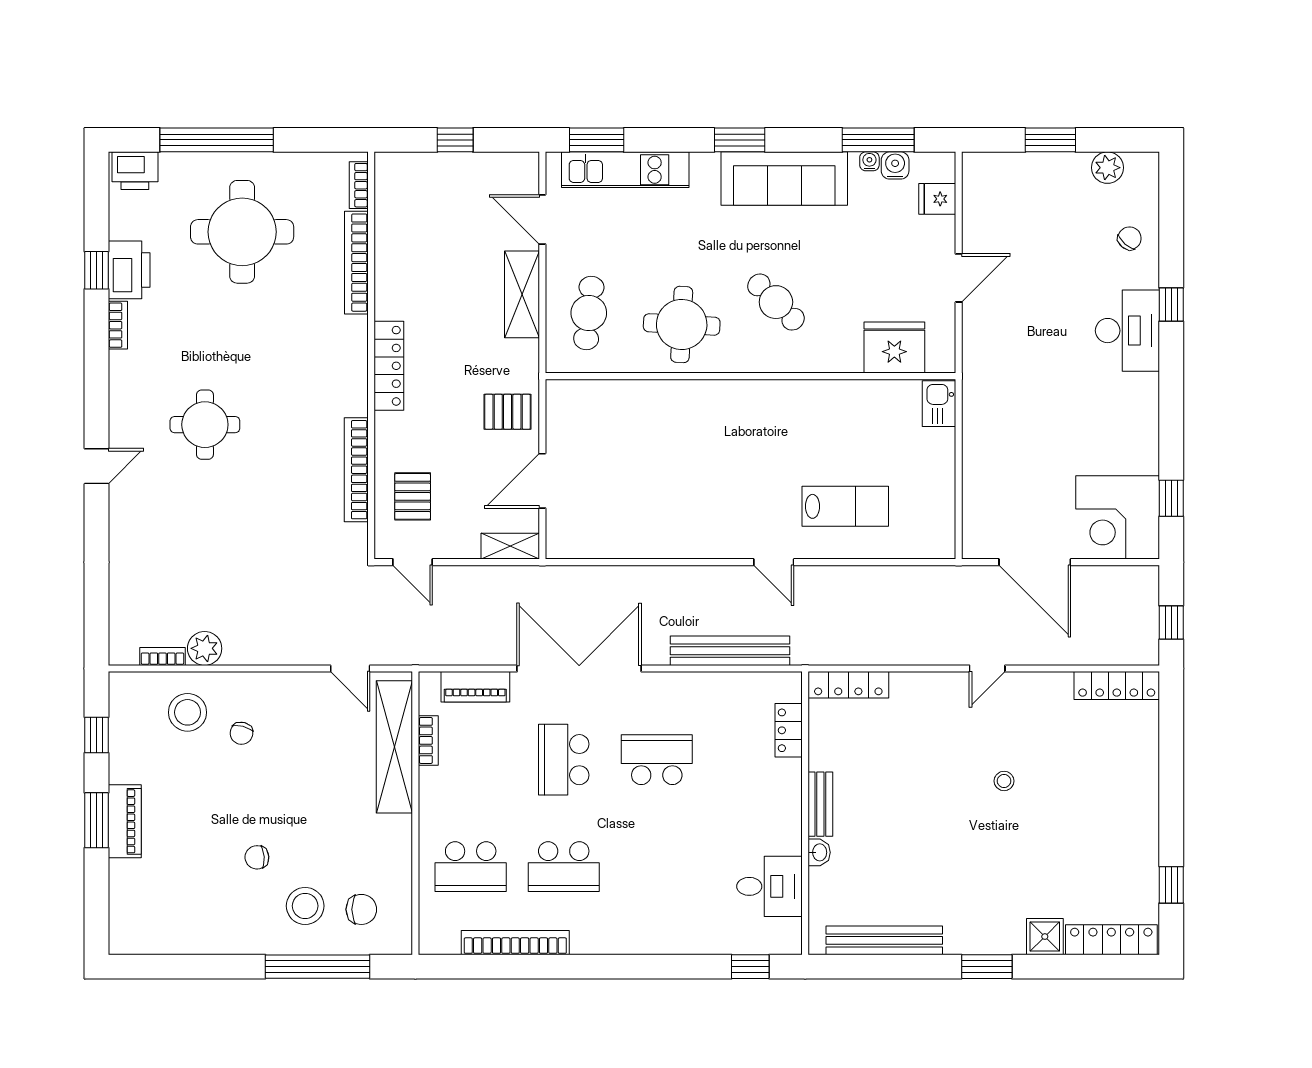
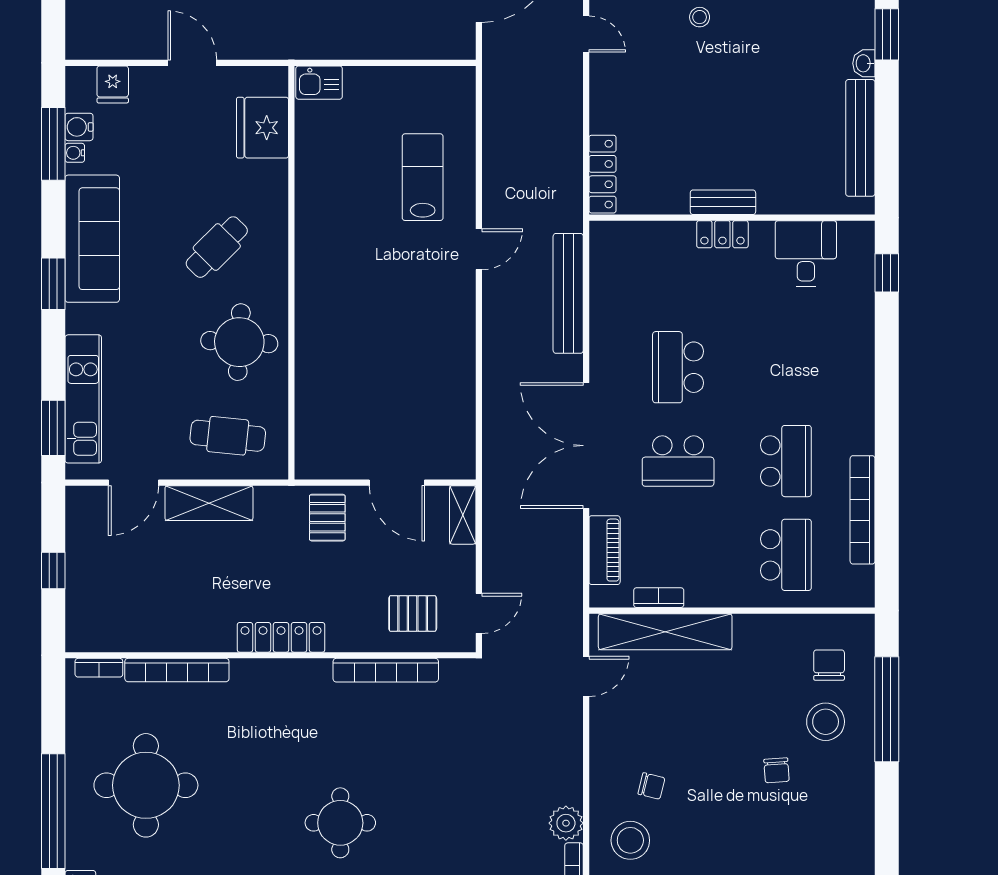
locker: (789, 730) -> (722, 234), moved
washbasin: (819, 852) -> (864, 63), moved, turned -90

